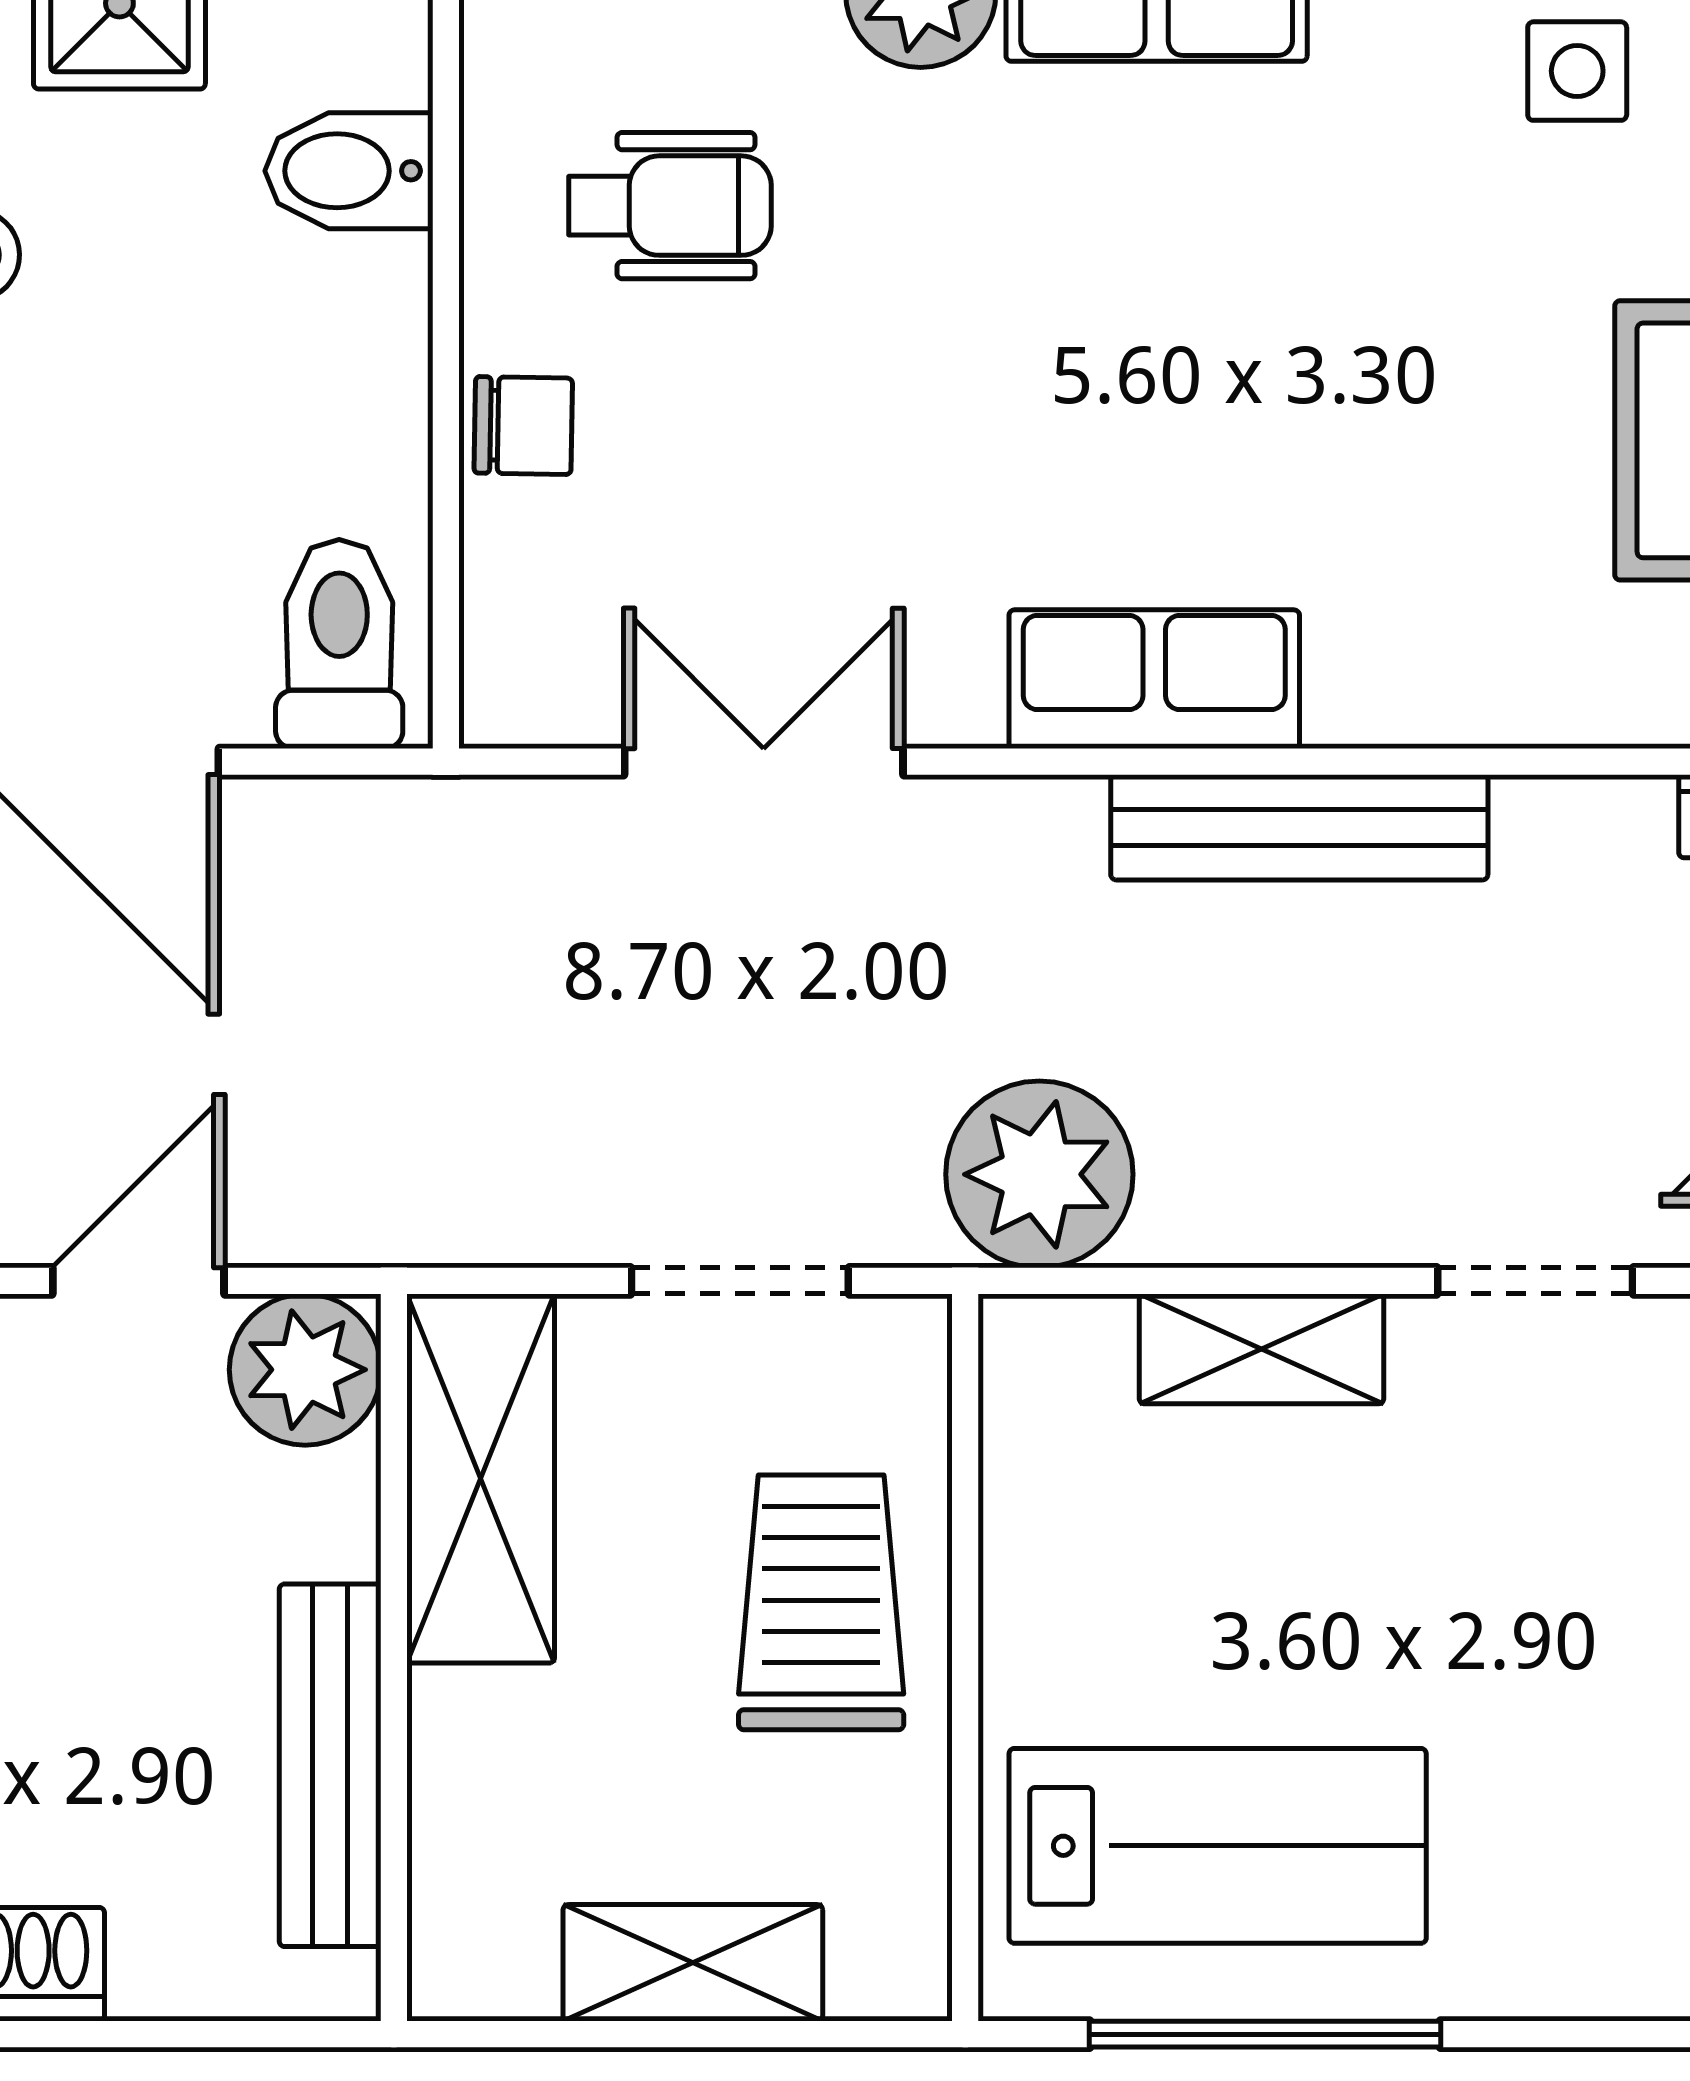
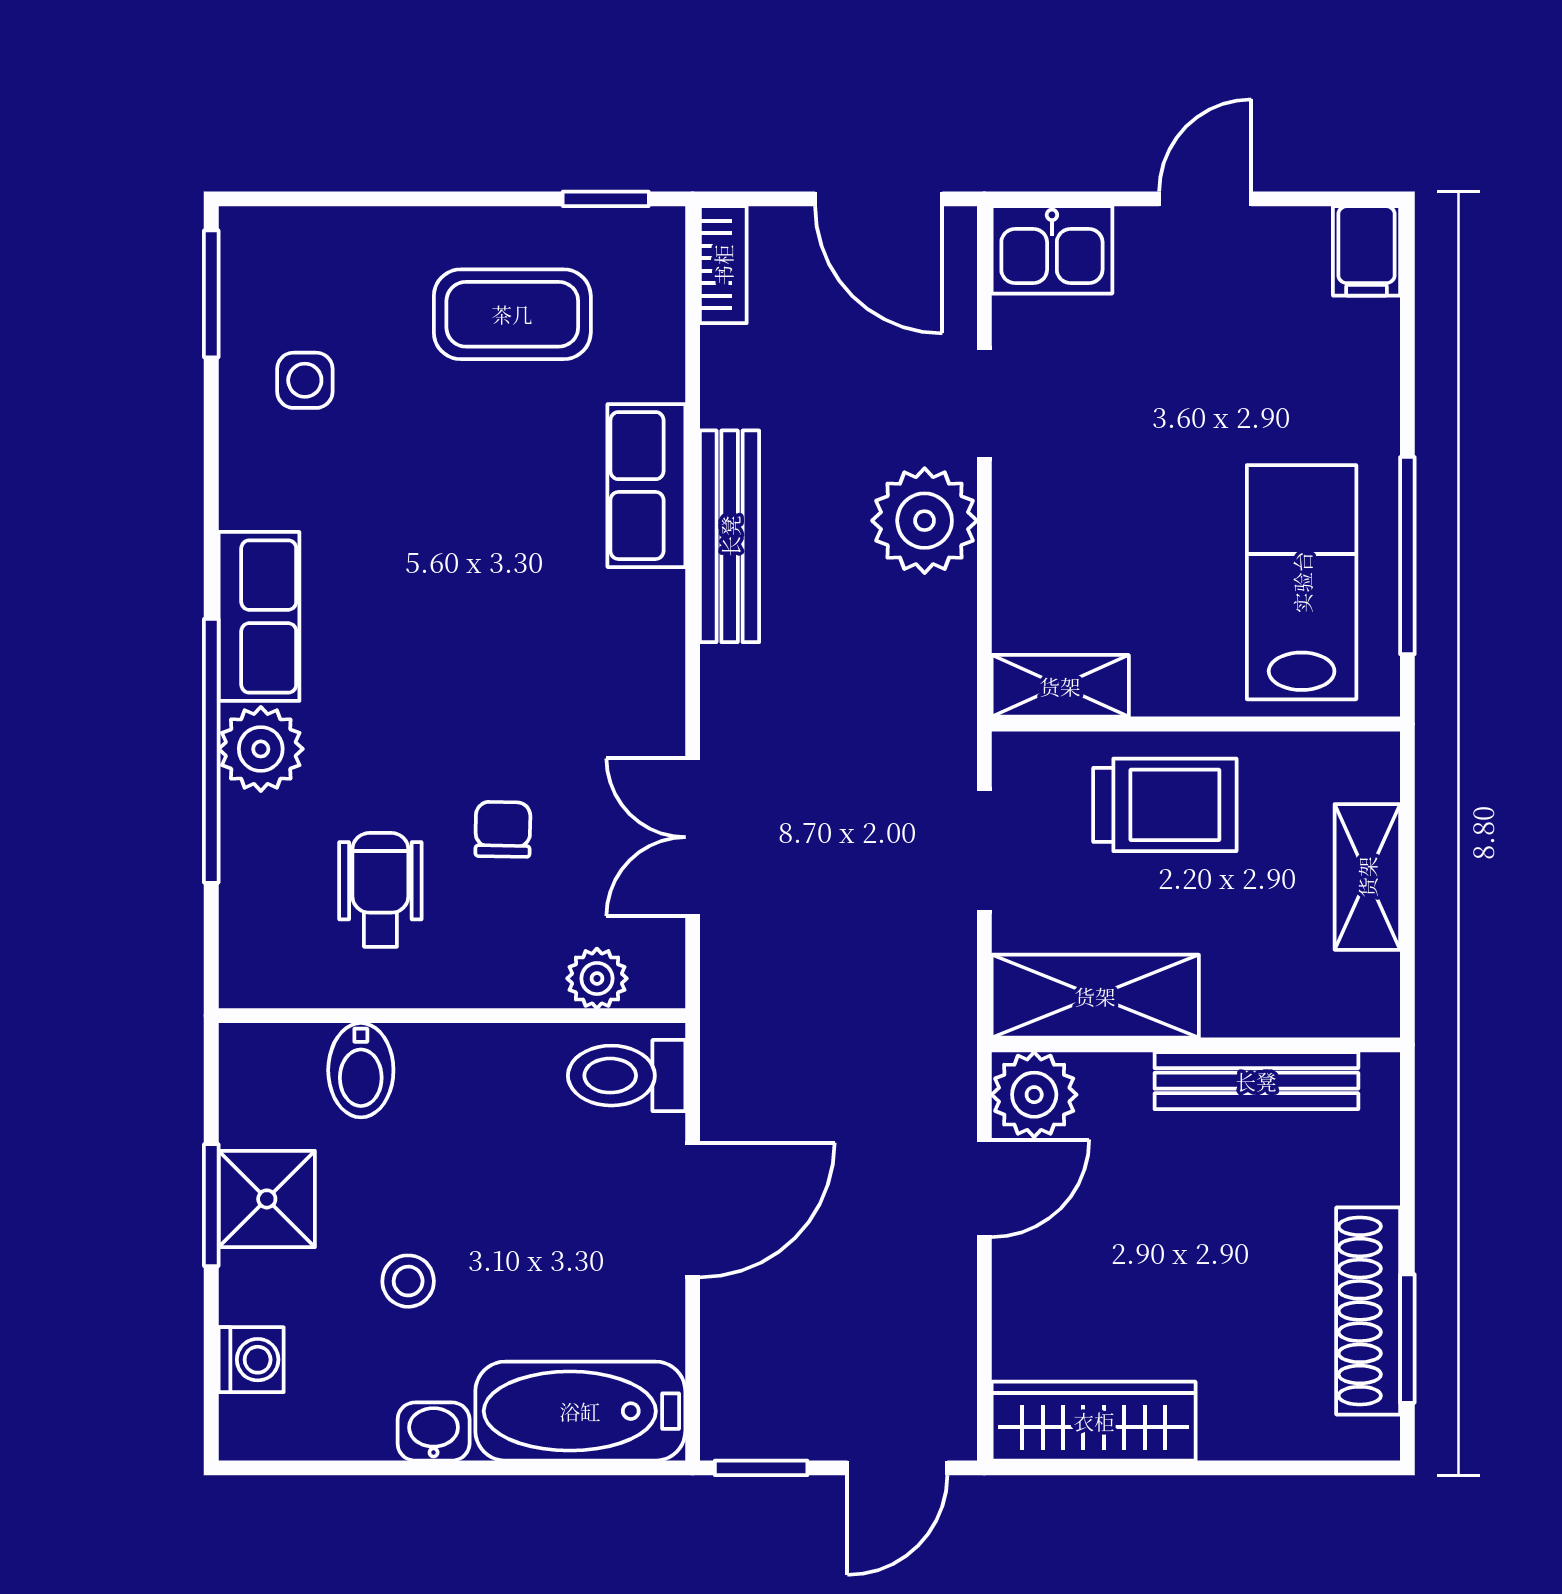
chair: (523, 426) -> (503, 829), moved
plant: (512, 591) -> (597, 978), added
row of seats: (1154, 679) -> (646, 486), moved
plant: (1039, 1174) -> (925, 521), moved
door: (138, 1281) -> (984, 1188), swing flipped
shelving: (1261, 1349) -> (1060, 686), moved, turned 90
trolley: (821, 1602) -> (1165, 805), turned 180

